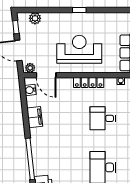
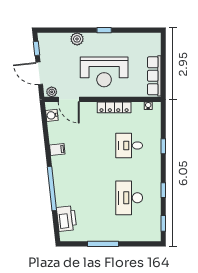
plant: (35, 18) -> (77, 39), moved
reception desk: (79, 49) -> (104, 72), turned 180
filing cabinet: (35, 117) -> (57, 150), width x0.50

